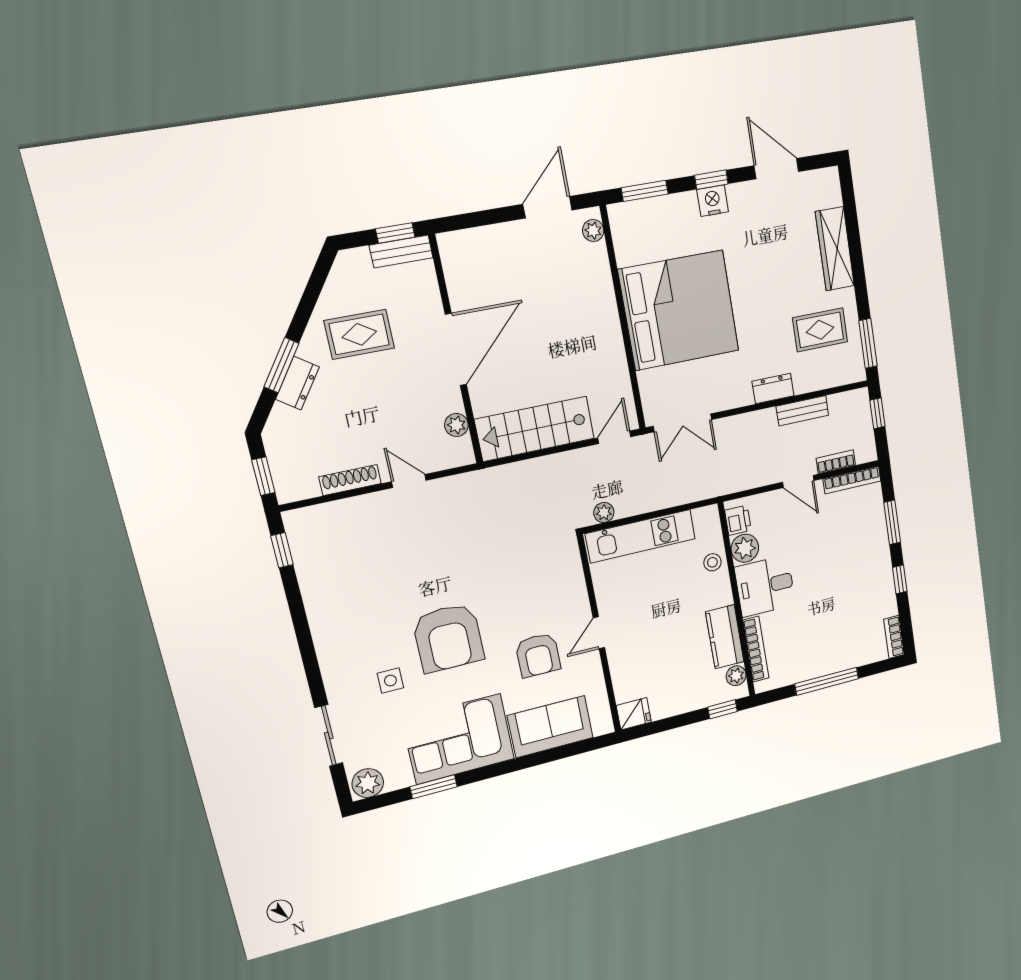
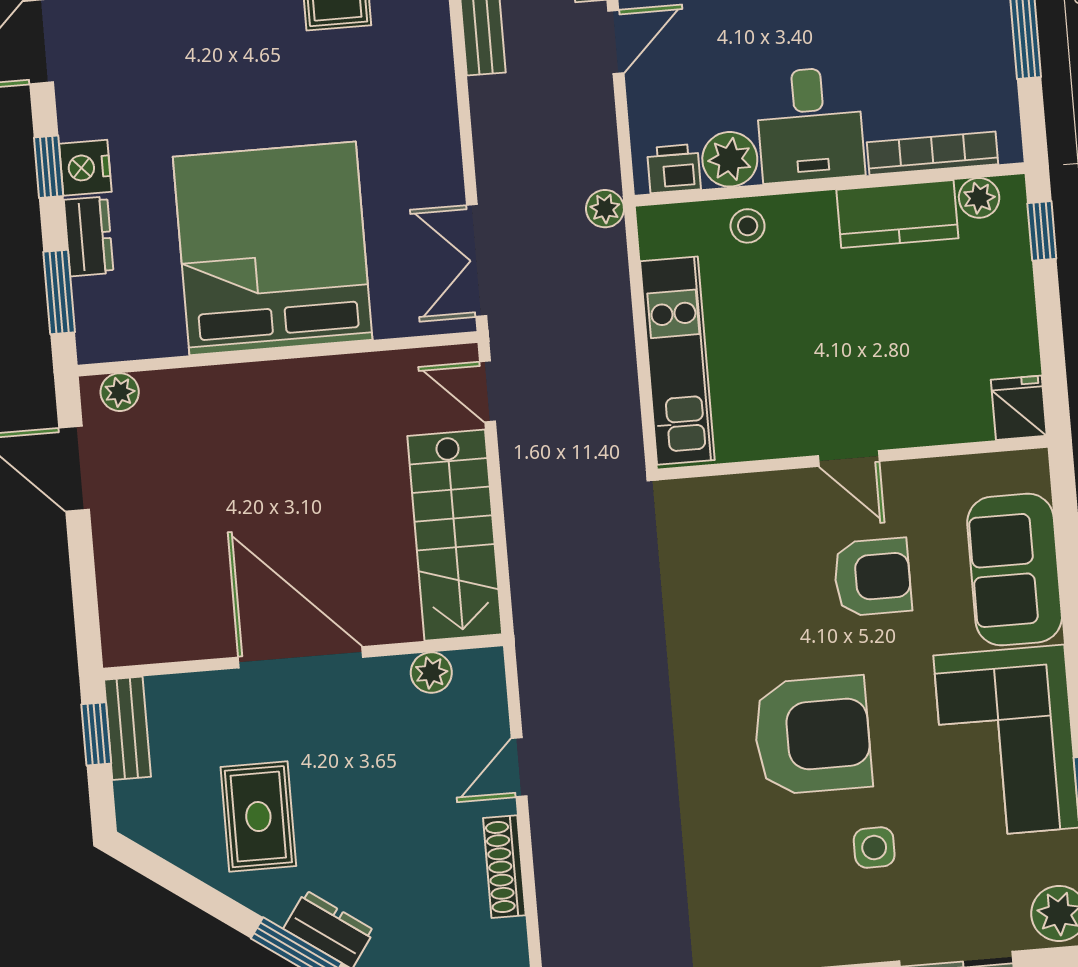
dresser: (773, 389) -> (89, 236), moved, turned 180
double door: (682, 423) -> (477, 260), swing flipped
plant: (604, 512) -> (605, 209), moved

